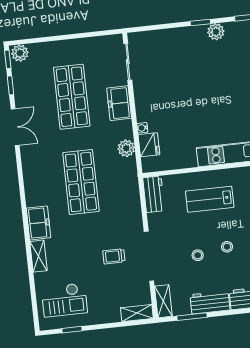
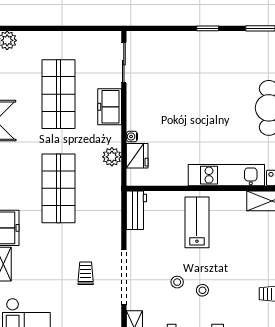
plant: (216, 32) -> (224, 40), removed
lab bench: (210, 199) -> (197, 222), turned 90
stool: (227, 247) -> (202, 290), moved
trolley: (114, 256) -> (86, 273), turned 90

